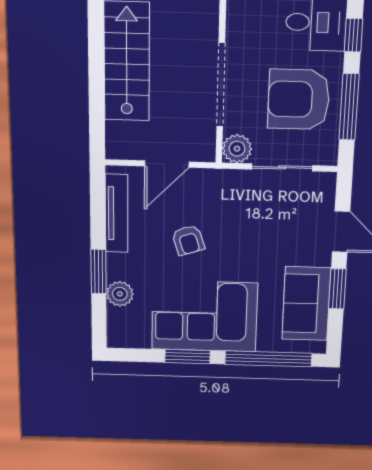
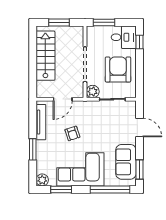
armchair: (299, 99) -> (118, 70), turned 90
window: (349, 107) -> (139, 72), removed
window: (337, 289) -> (139, 169), moved
plant: (120, 294) -> (42, 180), moved
window: (187, 357) -> (61, 189), moved

